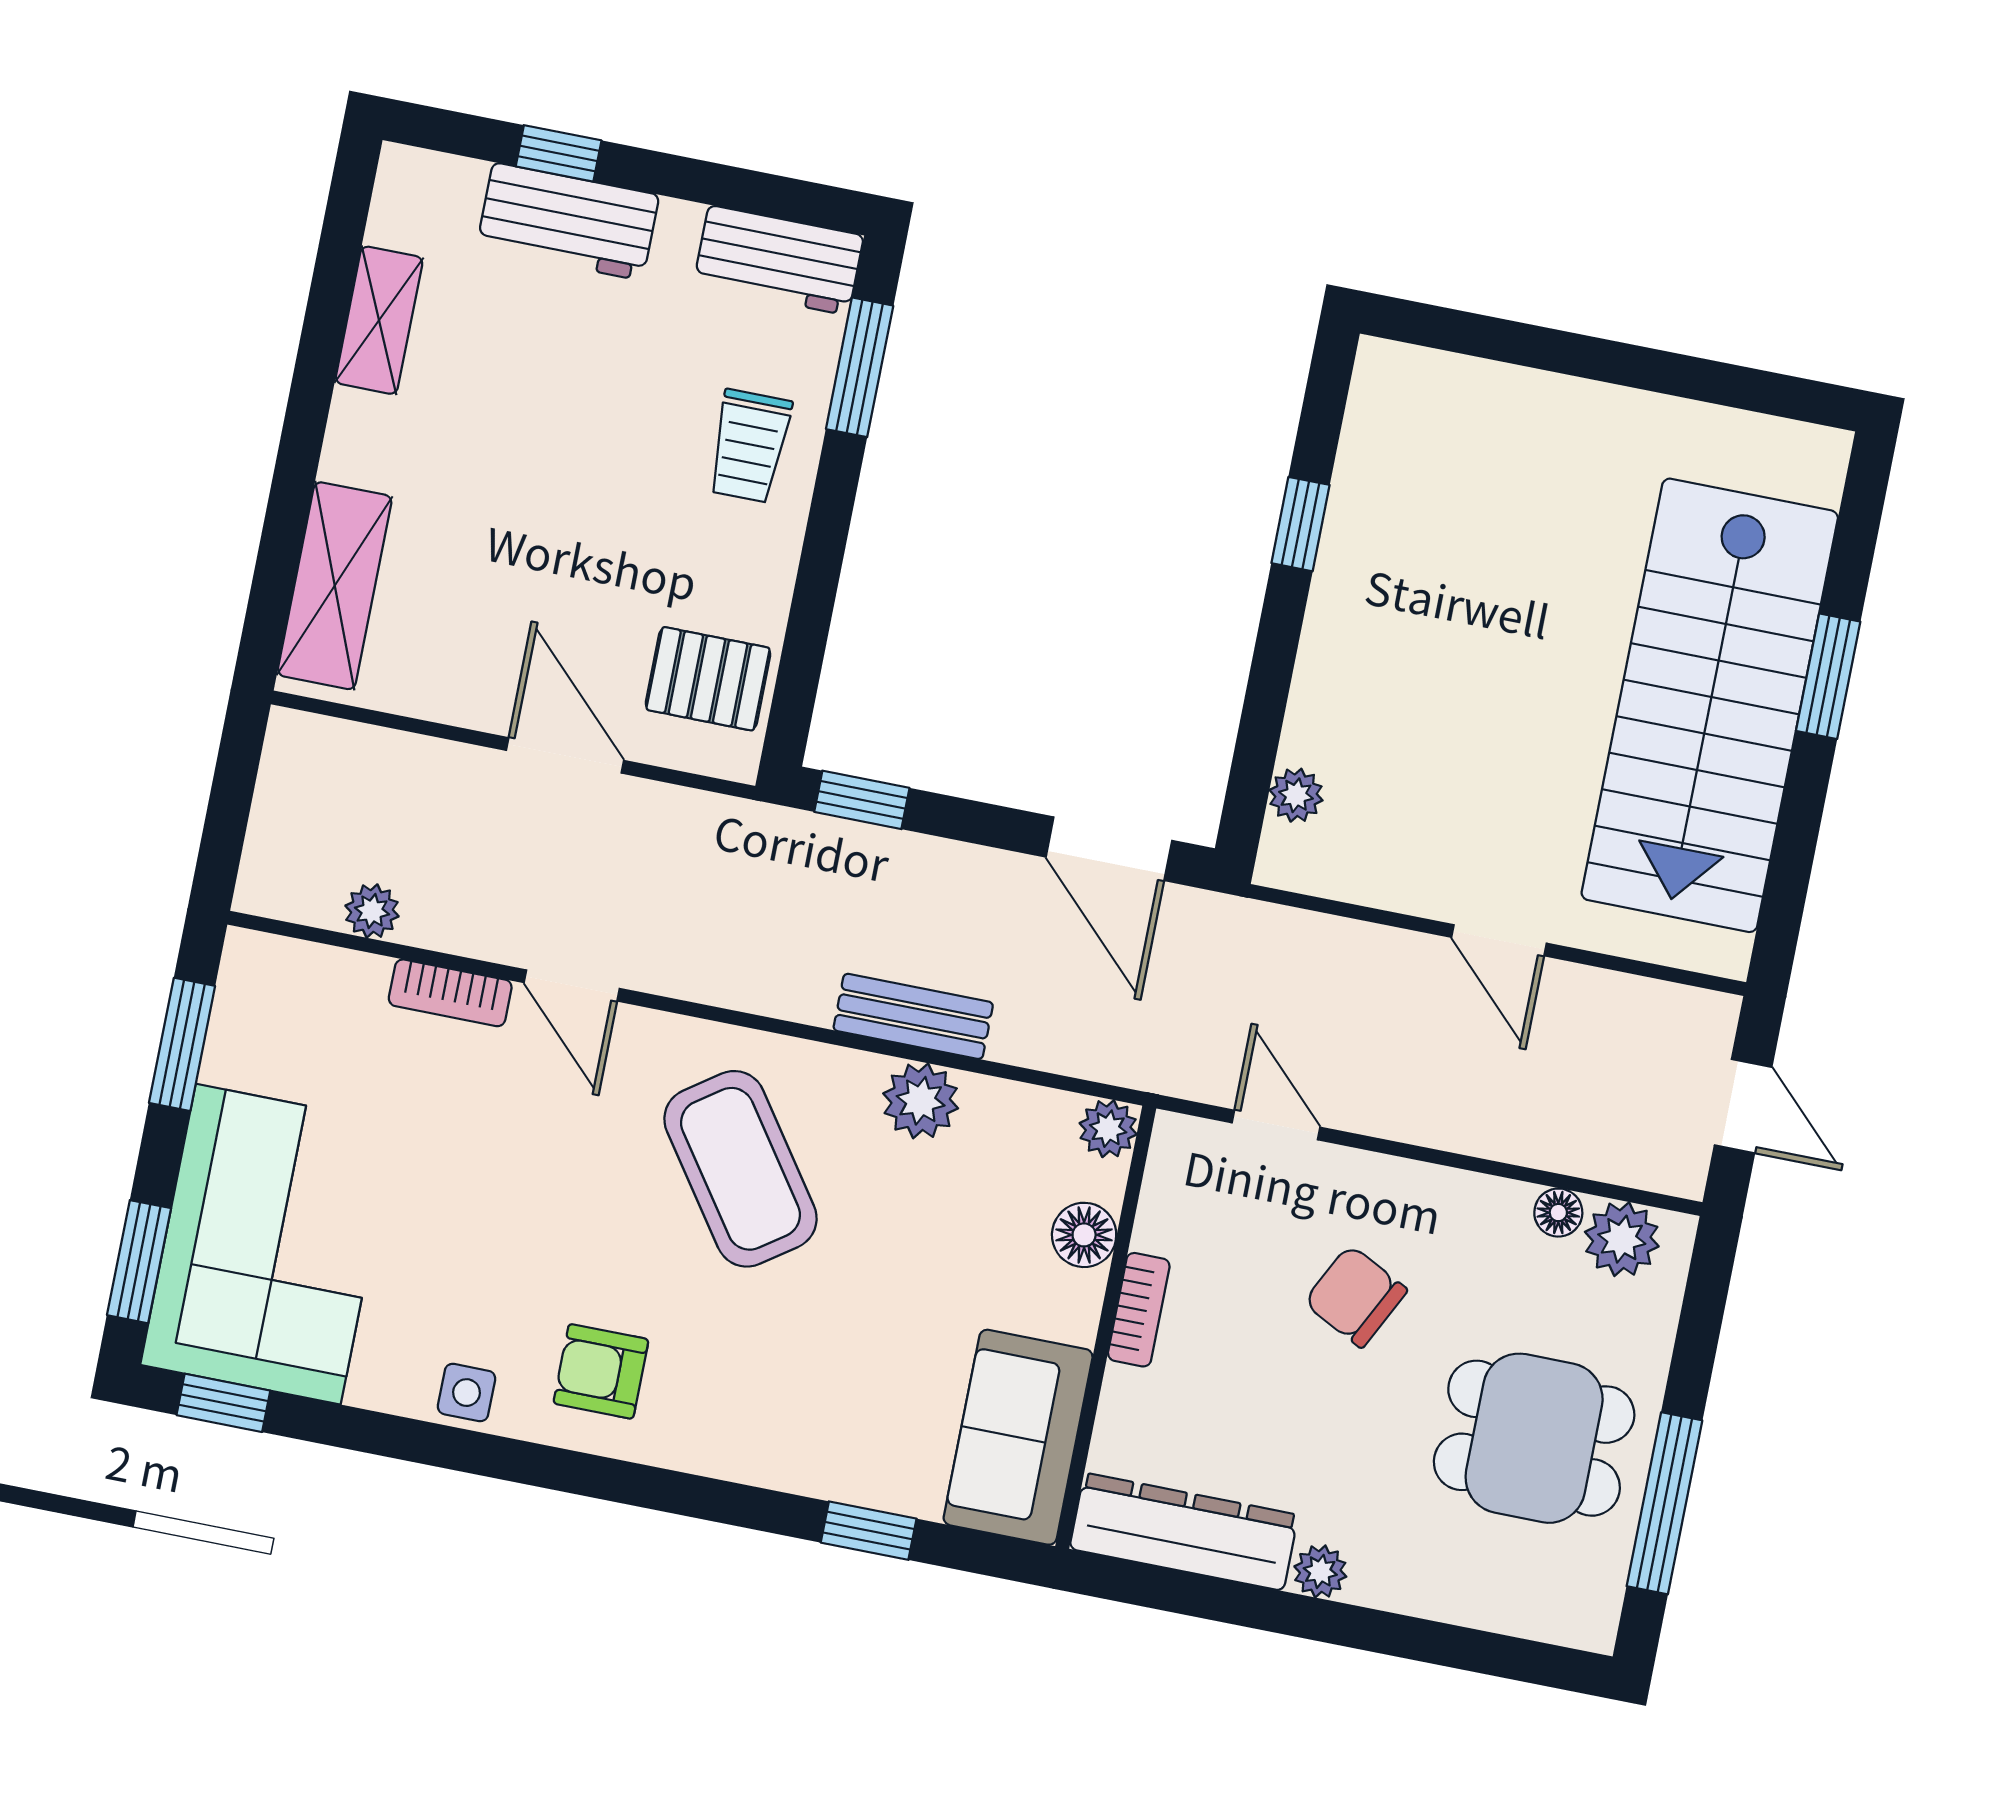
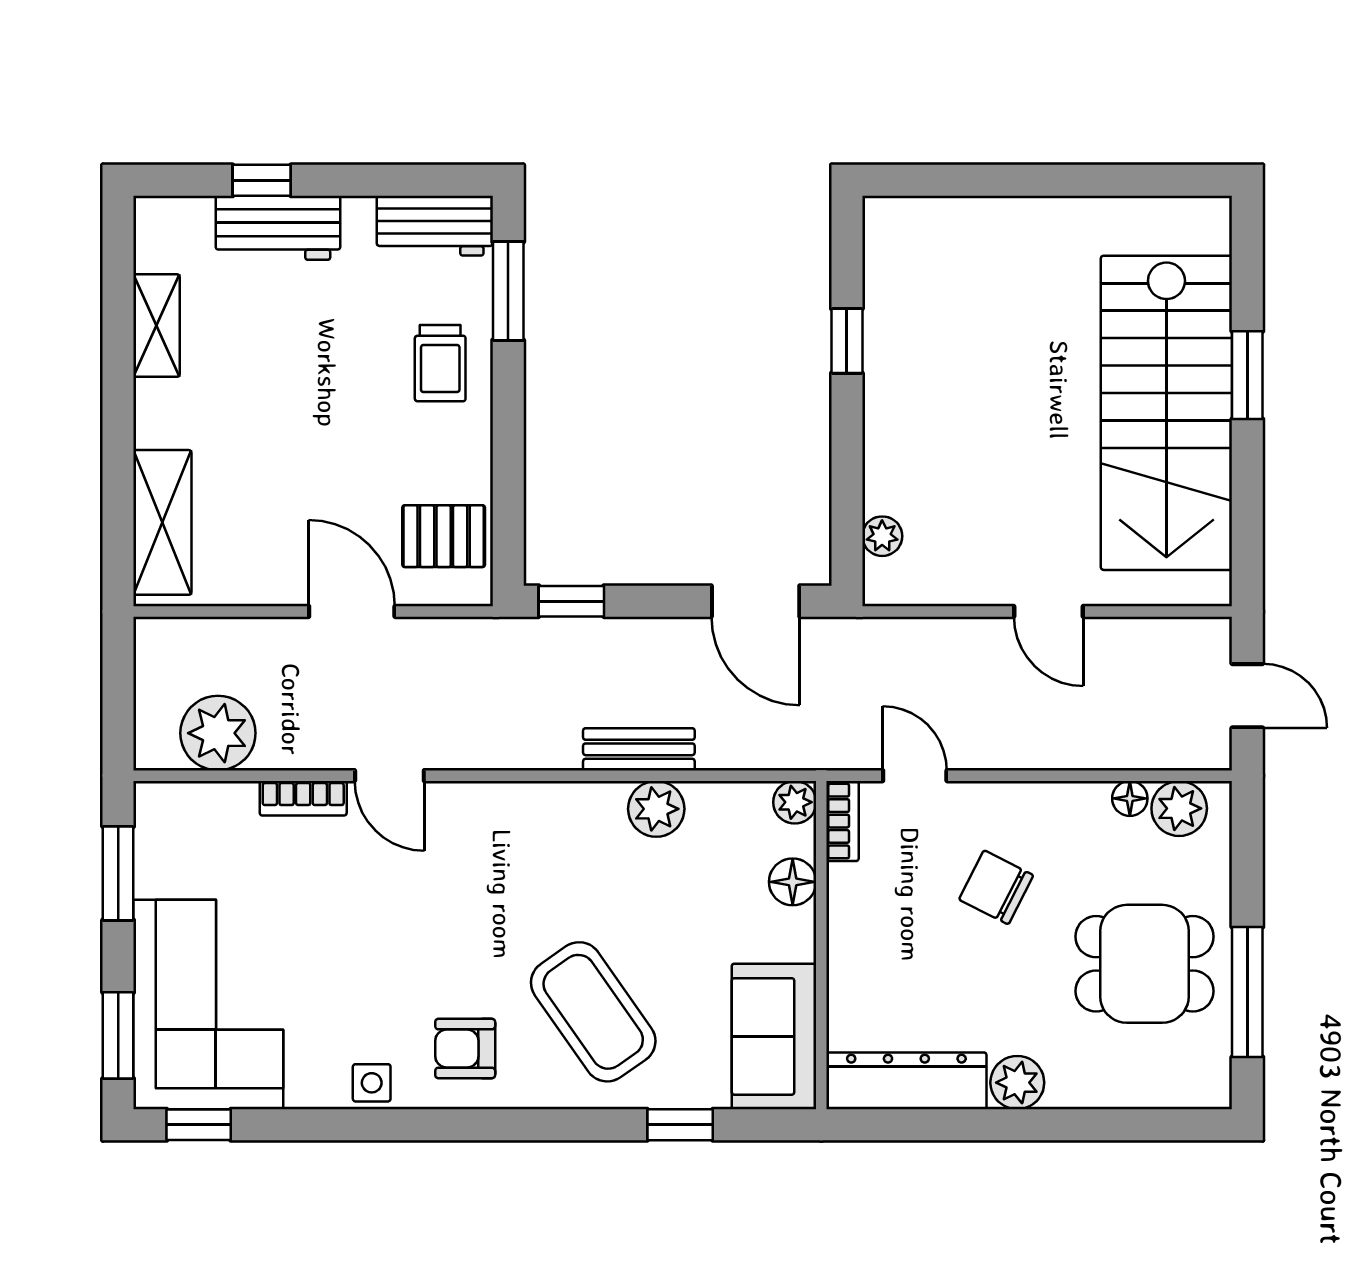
plant: (372, 911) -> (218, 733), width x1.87, depth x1.87
coffee table: (741, 1169) -> (593, 1012), moved
bookcase: (1139, 1310) -> (842, 821), moved
plant: (1320, 1571) -> (1017, 1083), width x1.38, depth x1.38

